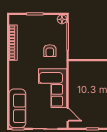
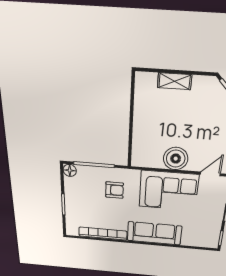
boiler: (76, 91) -> (176, 159), added
sofa: (17, 108) -> (154, 233), moved

